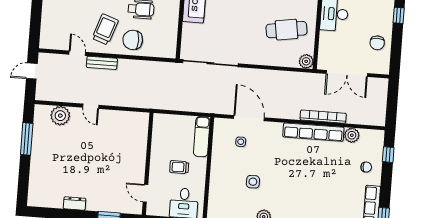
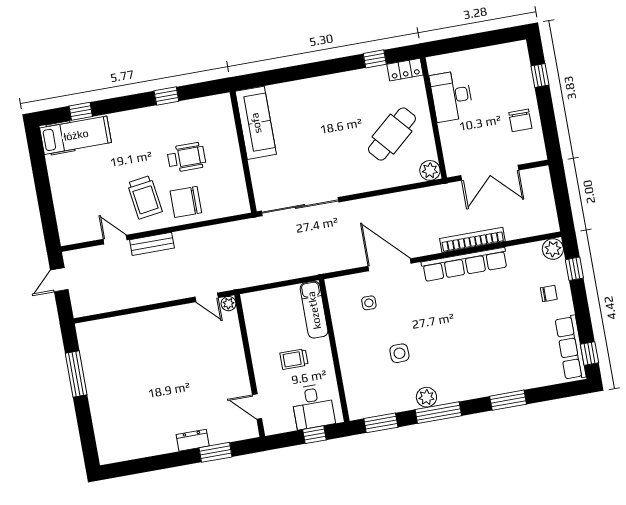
trolley: (105, 29) -> (145, 197), turned 153
cafe table: (286, 30) -> (392, 134), turned -32
door: (91, 106) -> (207, 297), moved
plant: (60, 116) -> (229, 304), moved, width x0.53, depth x0.53
door: (249, 118) -> (390, 265), moved
plant: (352, 135) -> (553, 249), moved
dresser: (75, 204) -> (193, 440), moved

